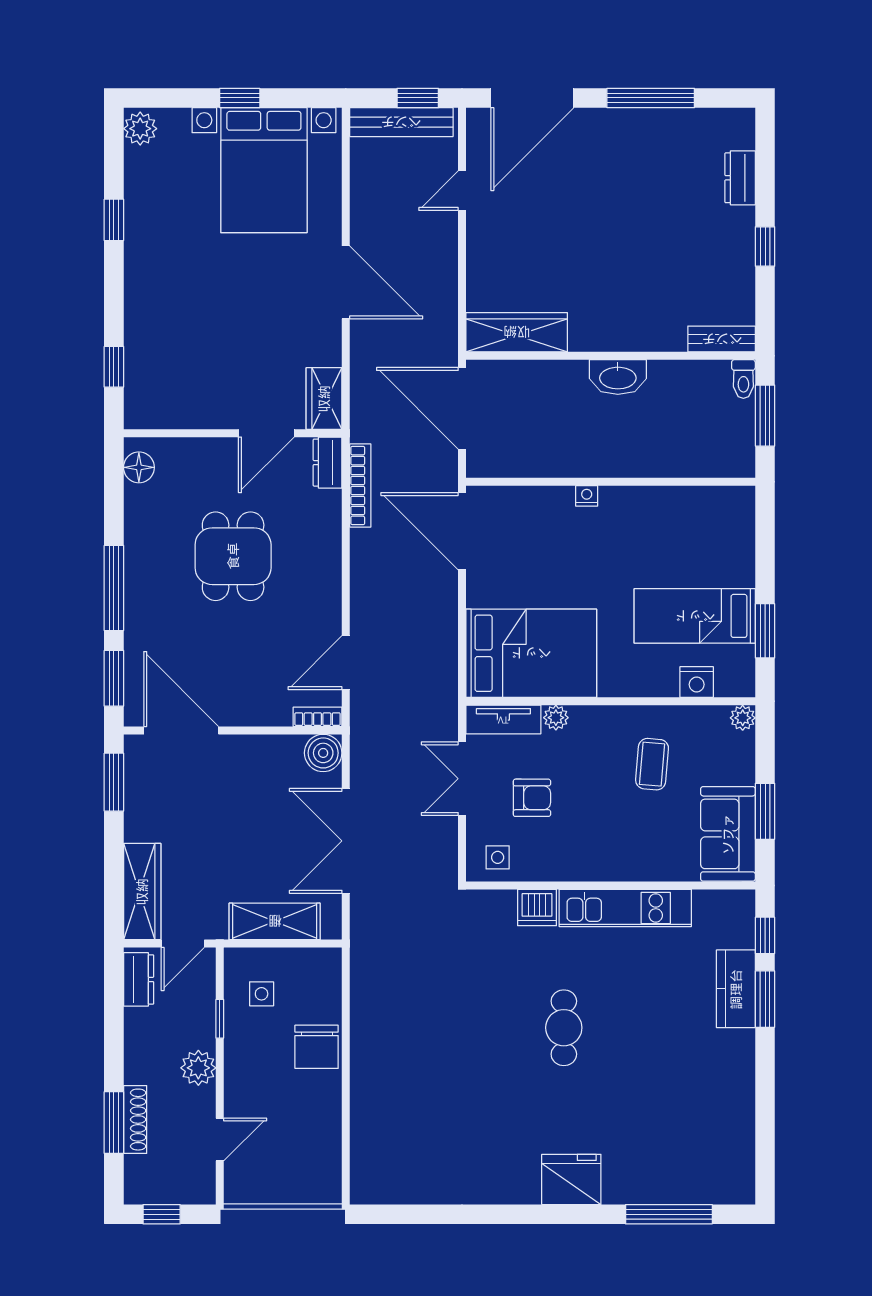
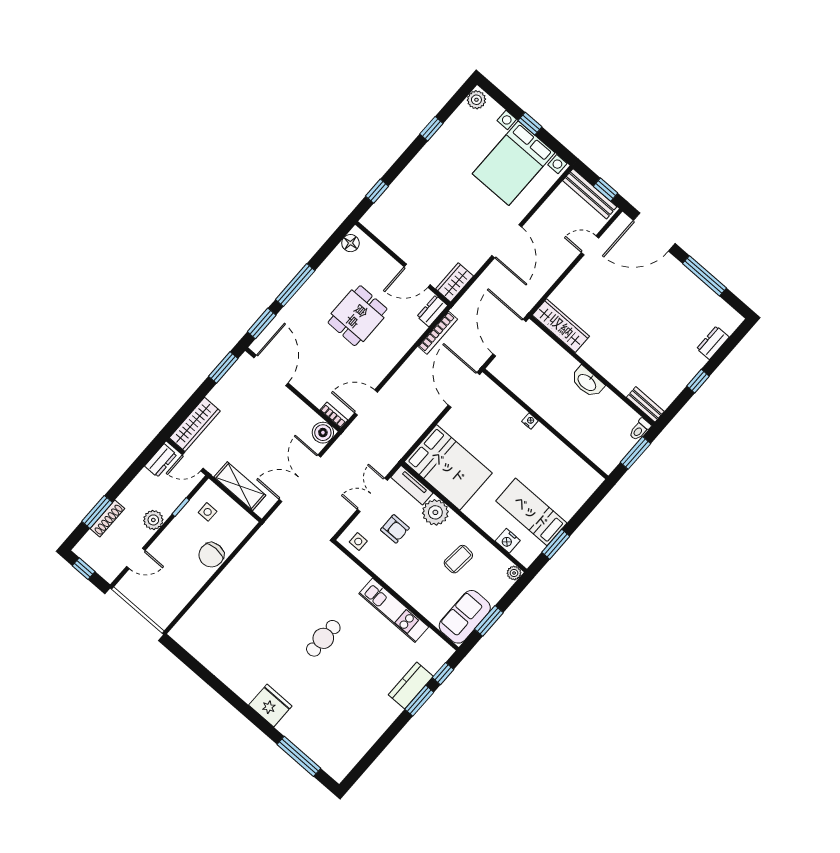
plant: (556, 718) -> (435, 512), width x1.87, depth x1.87
dishwasher: (537, 907) -> (356, 577), removed

